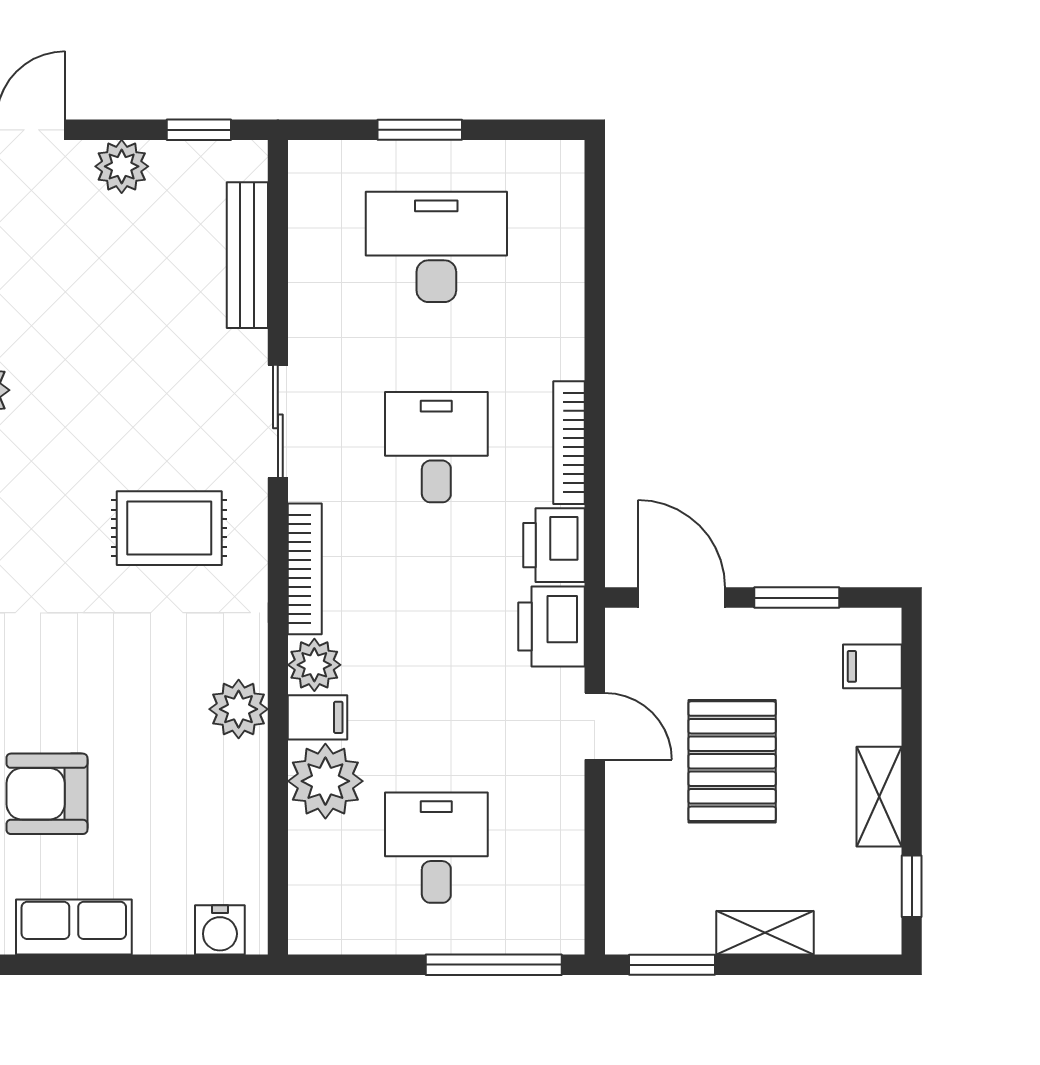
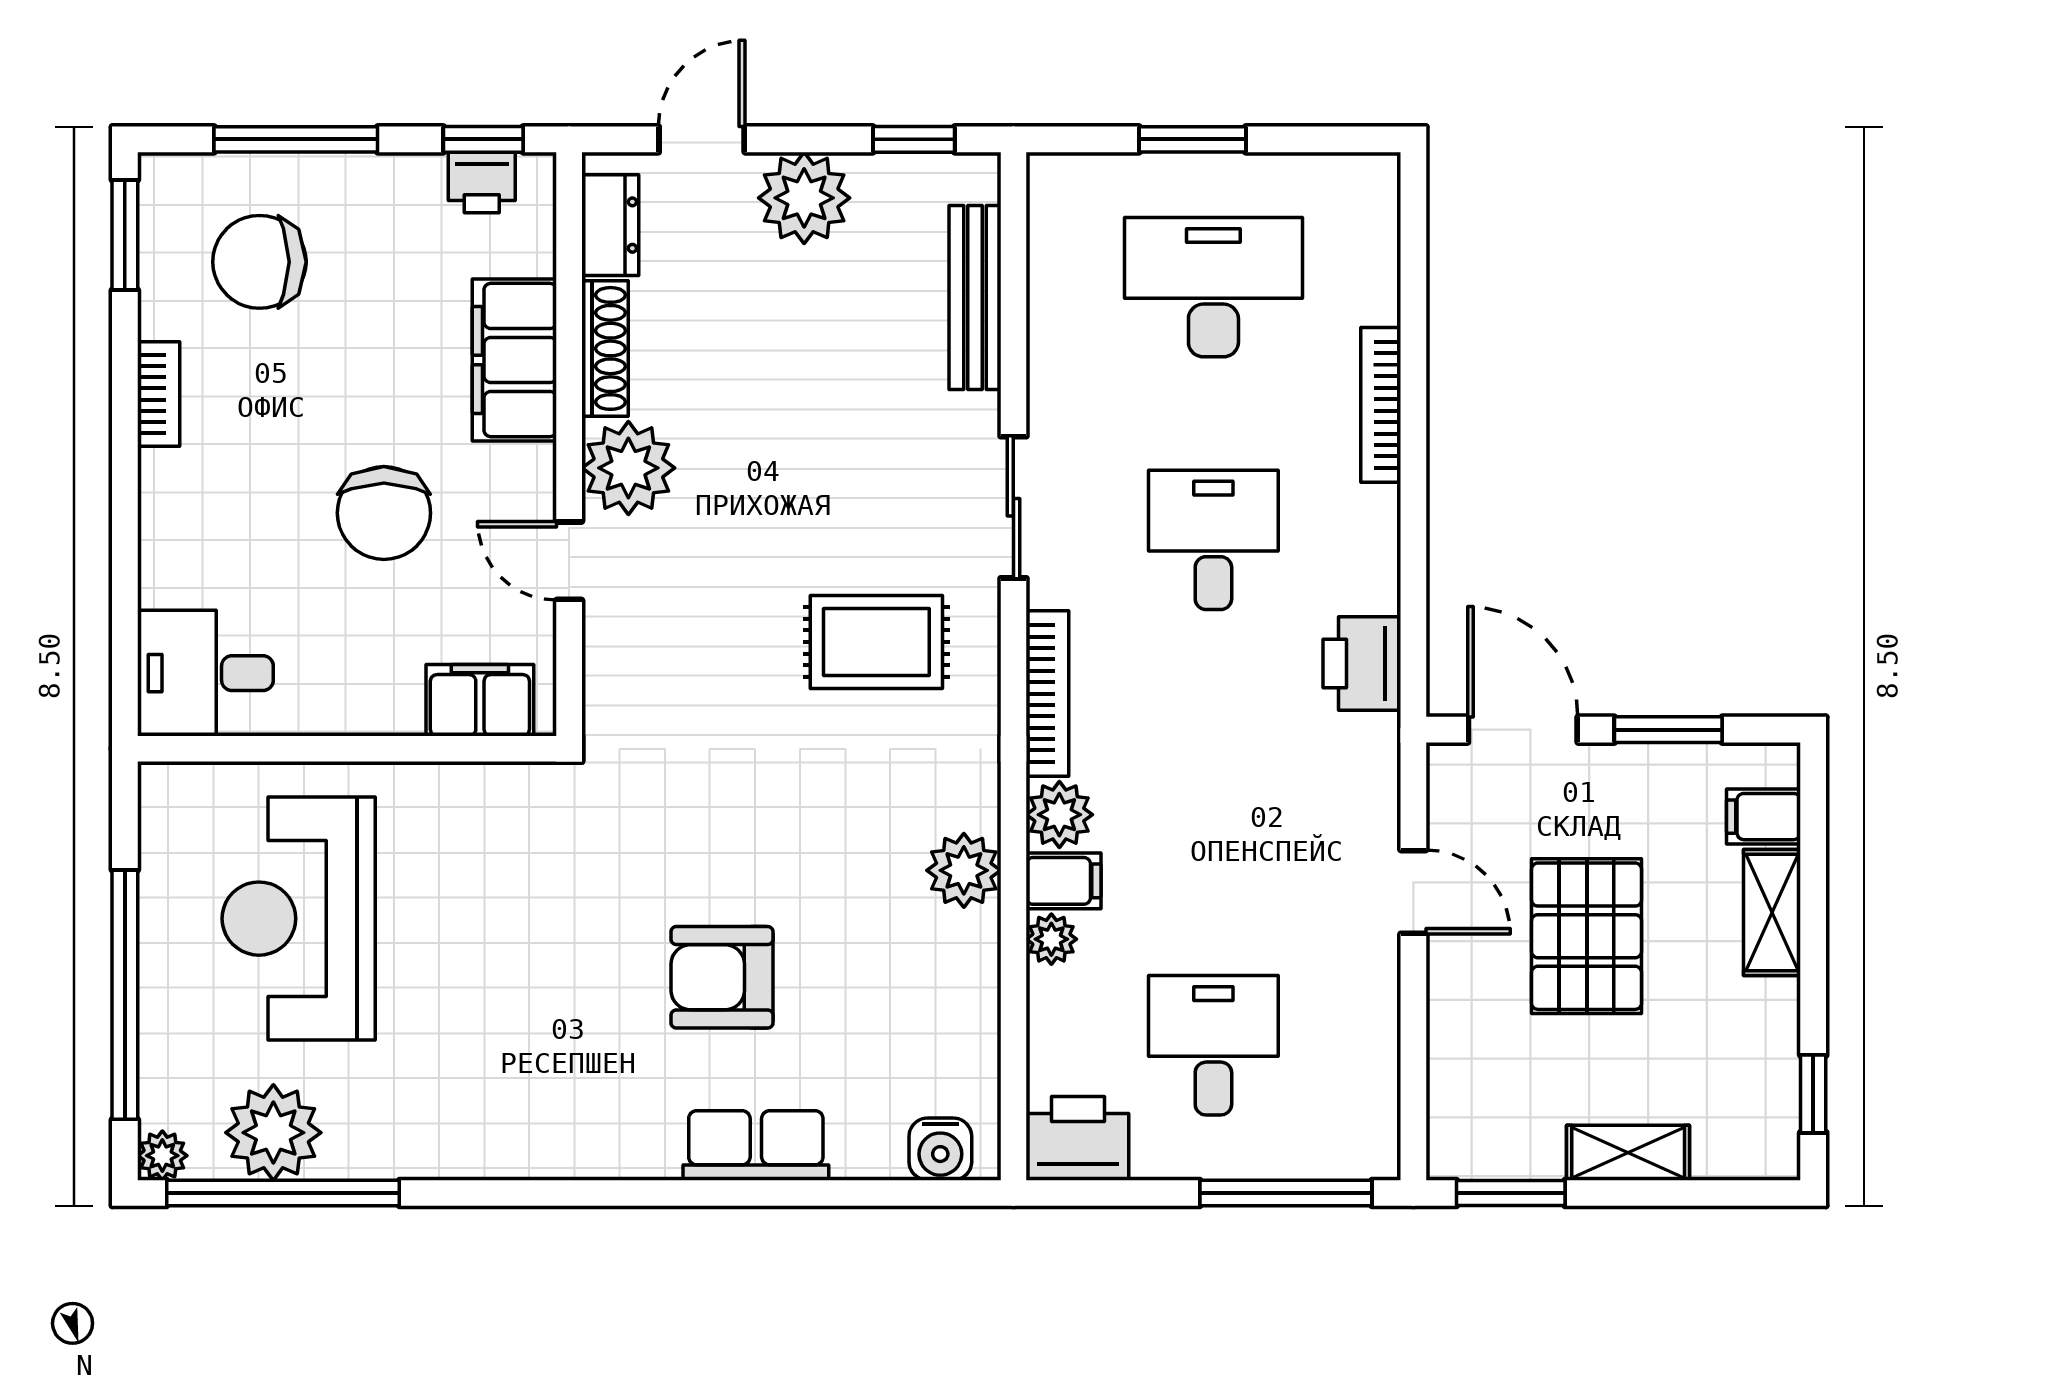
plant: (122, 166) -> (804, 198), width x1.36, depth x1.36
bookcase: (569, 443) -> (1381, 405), moved
printer: (552, 626) -> (1078, 1138), moved, turned 90
plant: (325, 781) -> (1051, 939), width x0.53, depth x0.53
shelving: (879, 797) -> (1772, 912), moved

